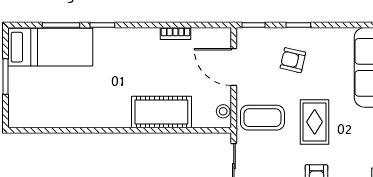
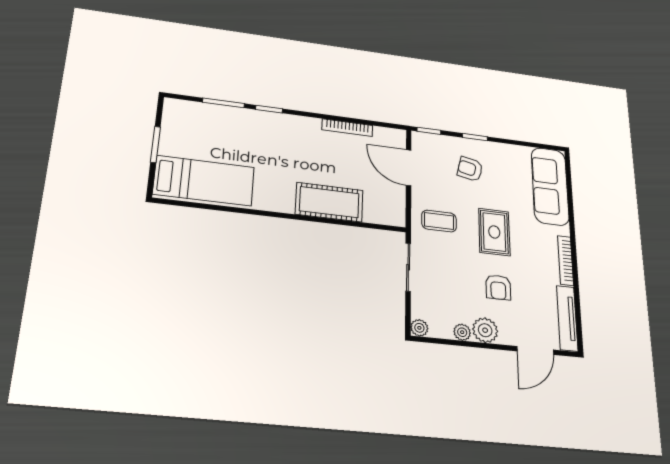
bookcase: (175, 33) -> (347, 128), width x1.56
bed: (50, 47) -> (204, 181), moved
stool: (223, 111) -> (397, 210), removed
coffee table: (262, 118) -> (439, 221), width x0.73, depth x0.77

